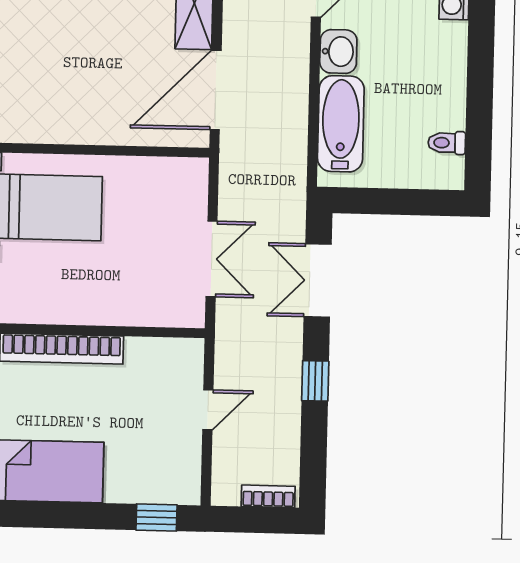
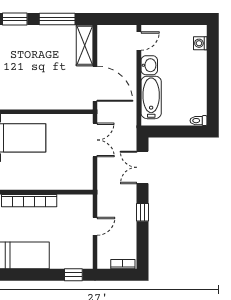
door: (216, 90) -> (95, 84), swing flipped
toilet: (447, 143) -> (199, 121), moved
double door: (212, 259) -> (95, 140), moved

